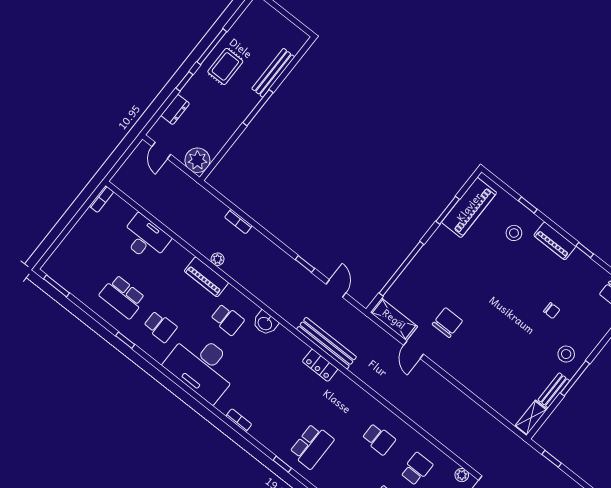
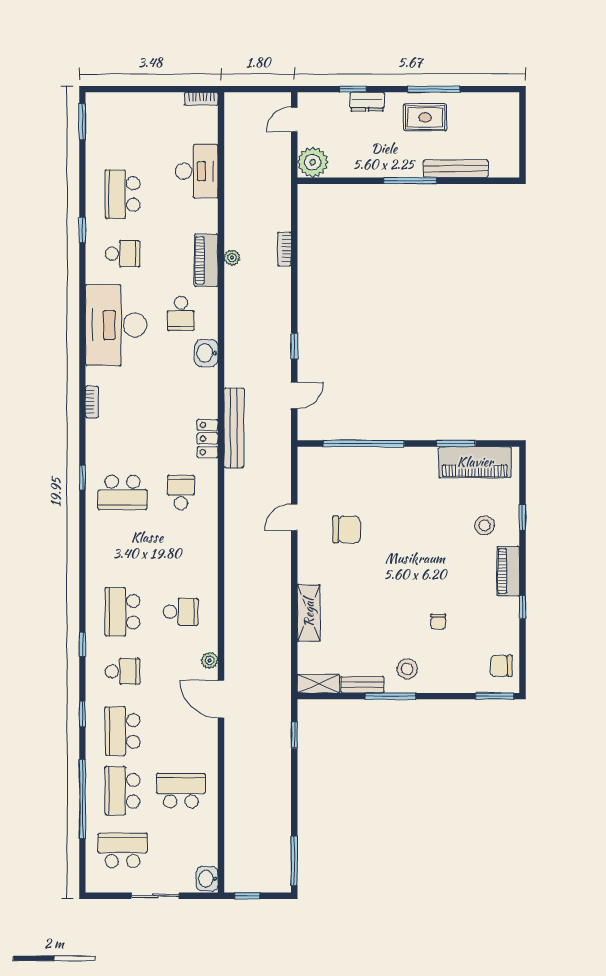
window: (184, 81) -> (353, 89), moved
dresser: (175, 109) -> (367, 102), moved
shelving: (394, 319) -> (309, 613), moved
school desk: (160, 327) -> (123, 254), turned -90
school desk: (379, 439) -> (181, 492), moved, turned 180

